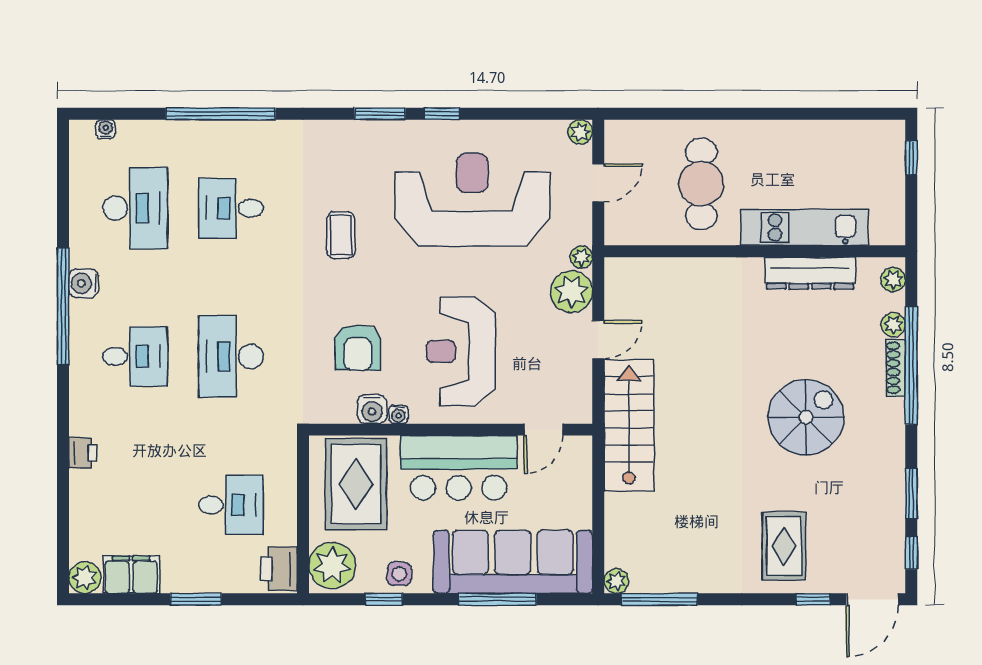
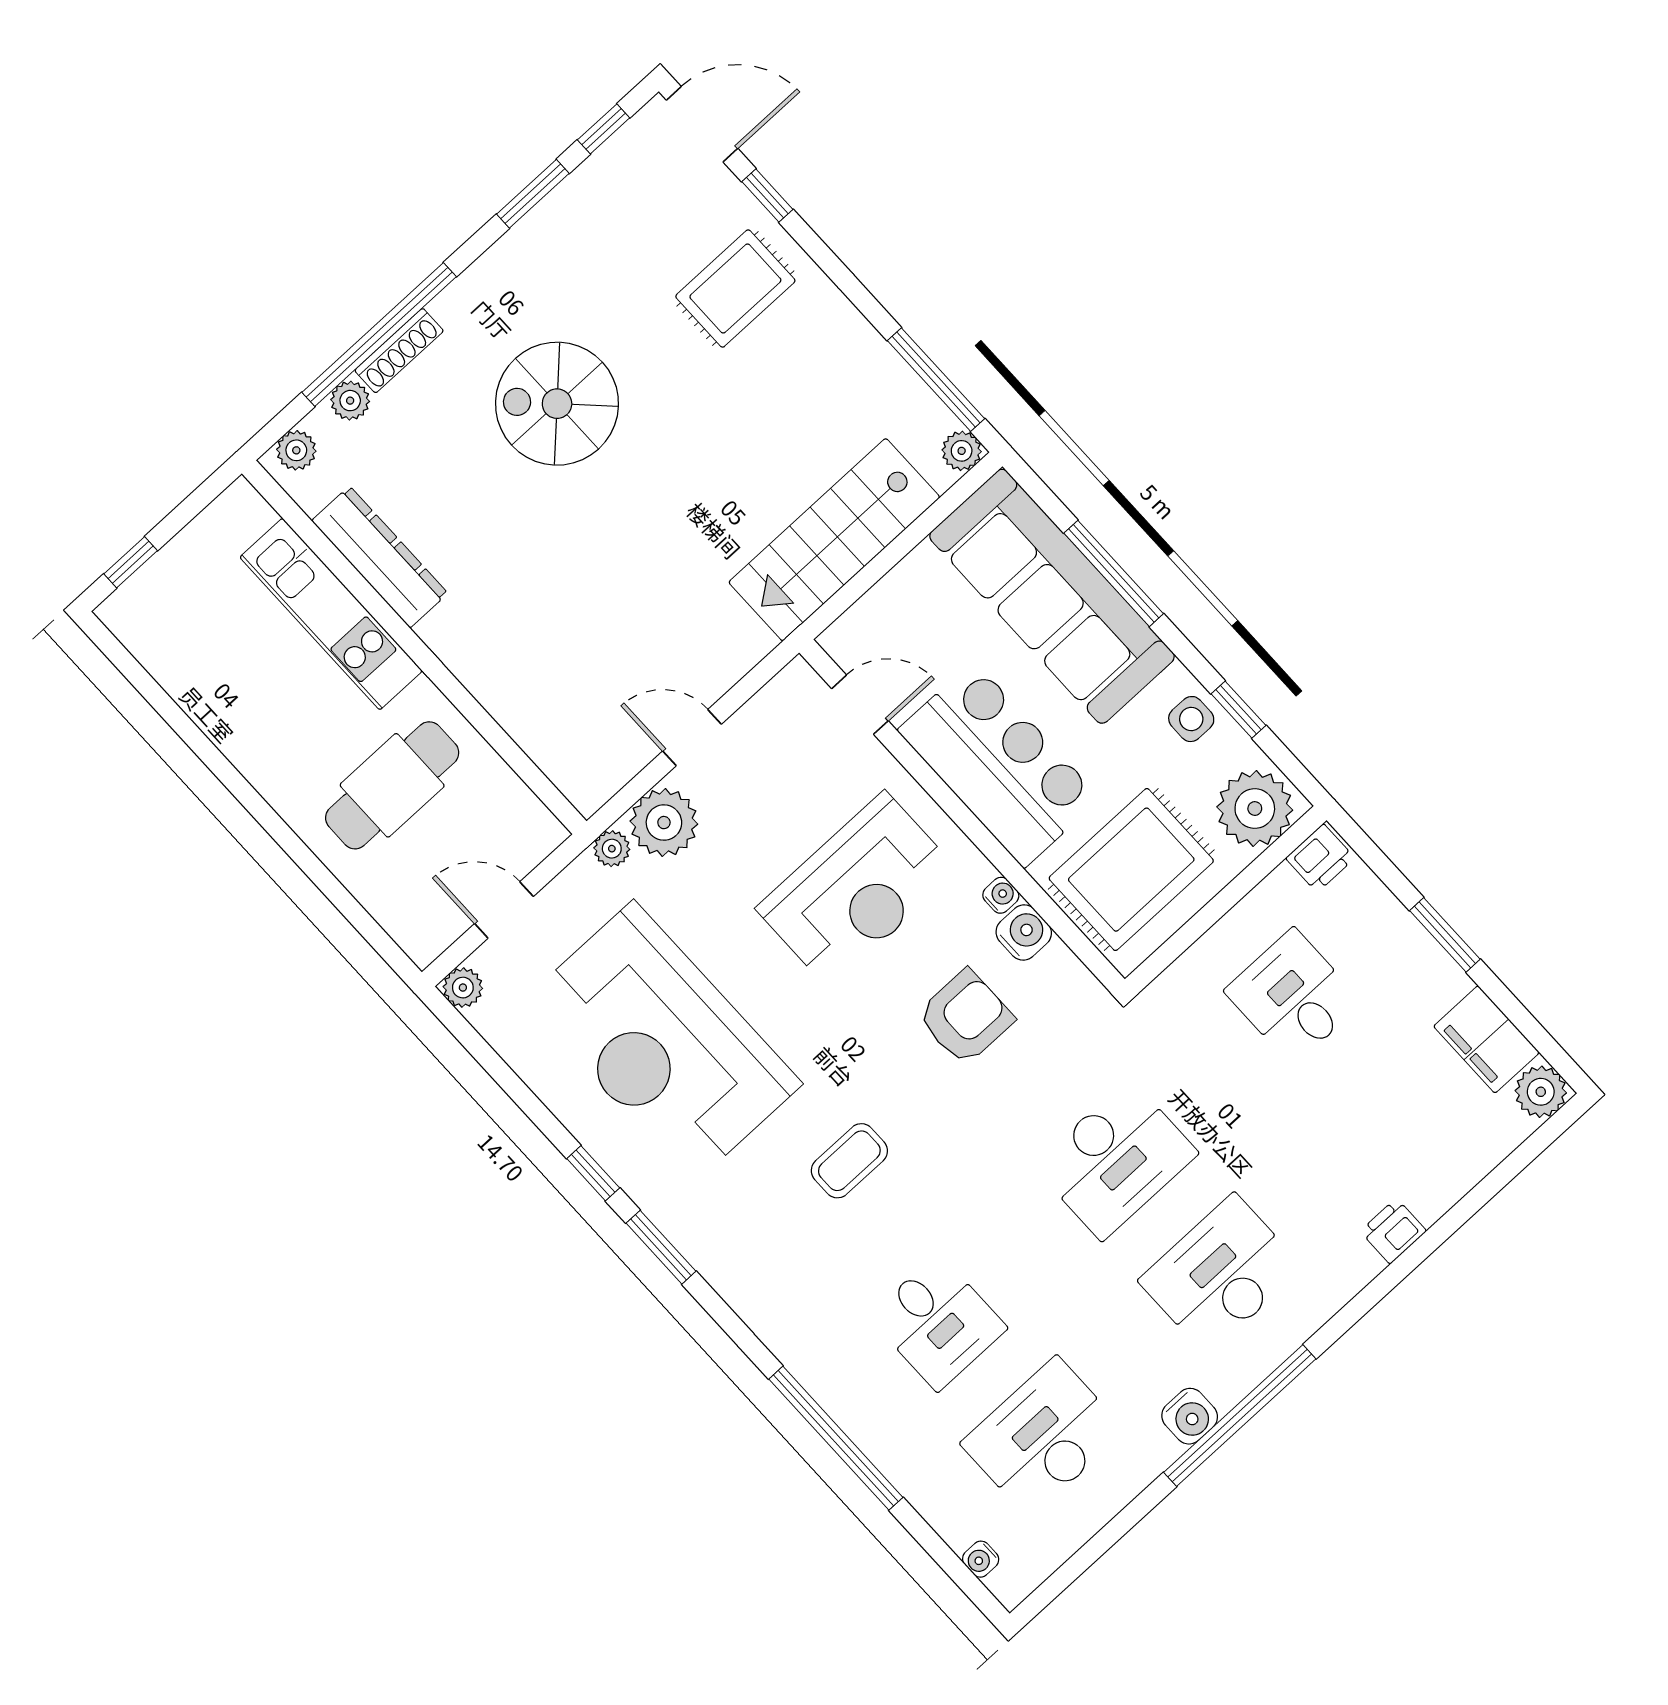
desk: (135, 357) -> (1221, 1274), width x1.37
stairs: (629, 425) -> (834, 540), moved
printer: (279, 569) -> (1320, 858), width x0.73, depth x0.81

